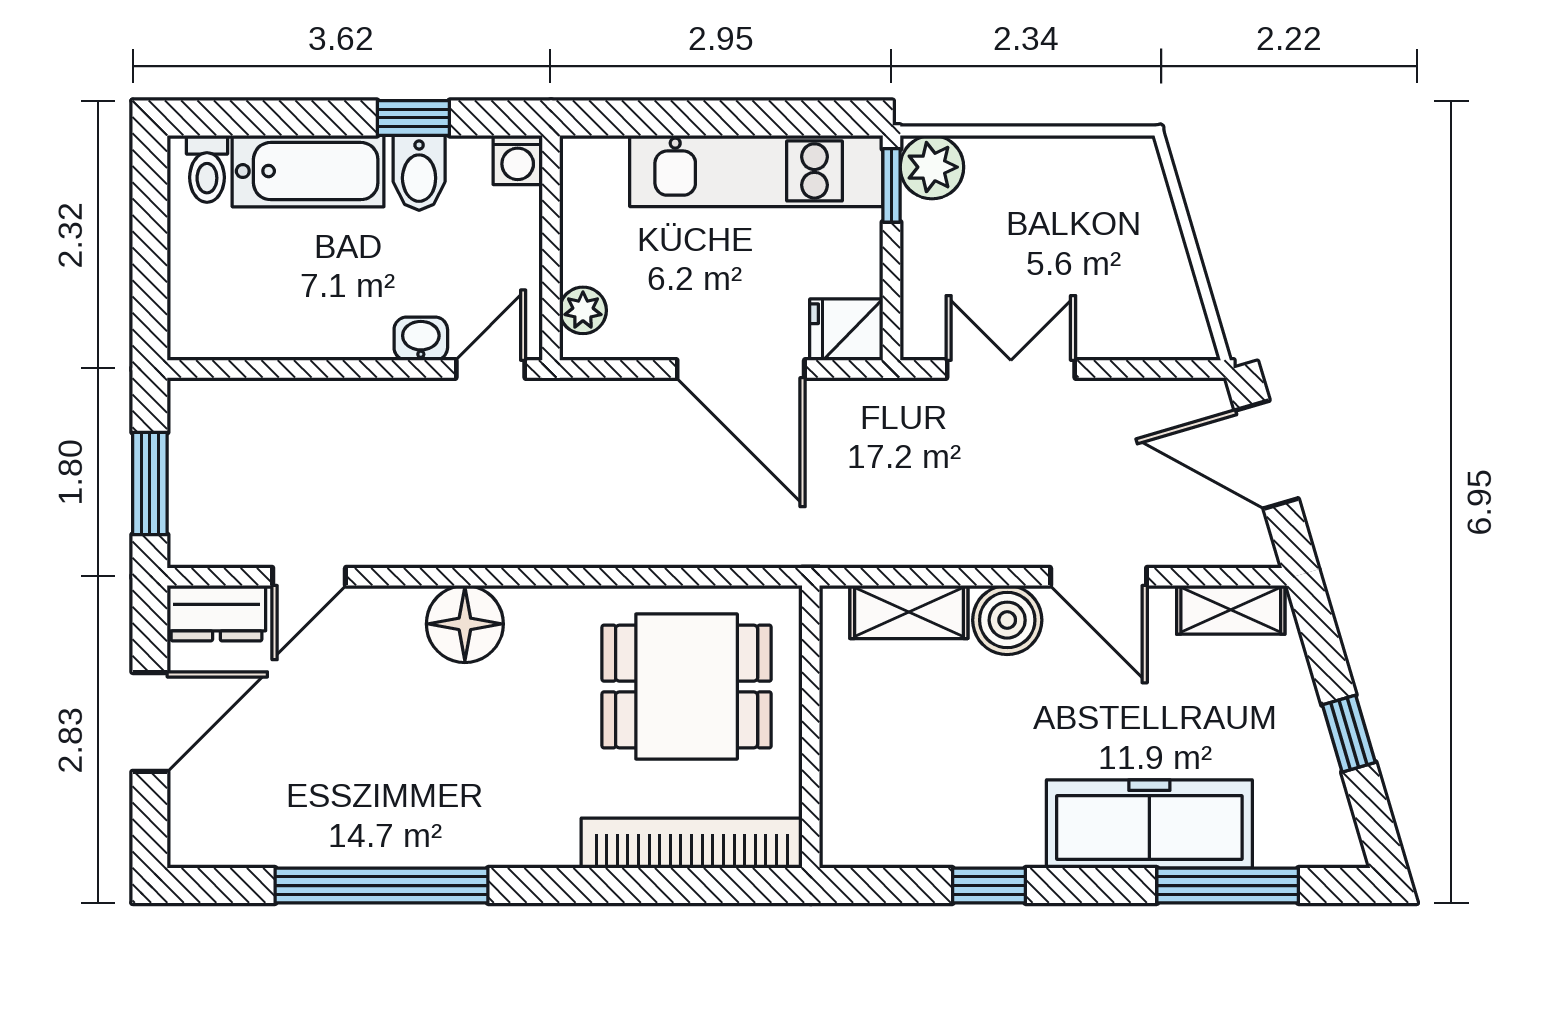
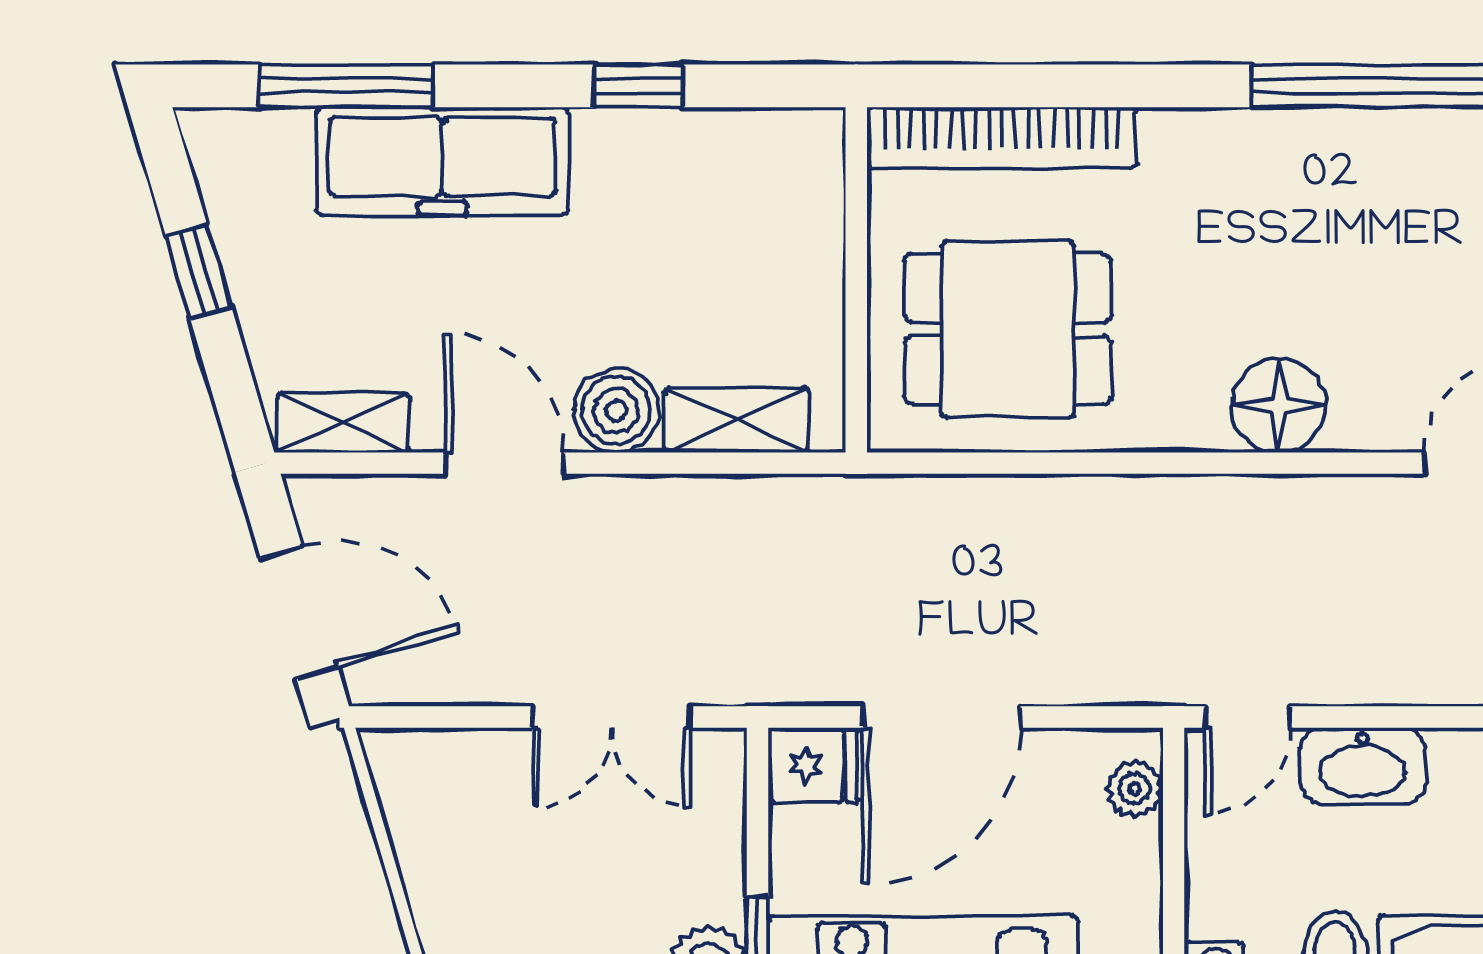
washbasin: (421, 339) -> (1363, 766), width x1.91, depth x1.45
door: (741, 369) -> (942, 717), swing flipped

